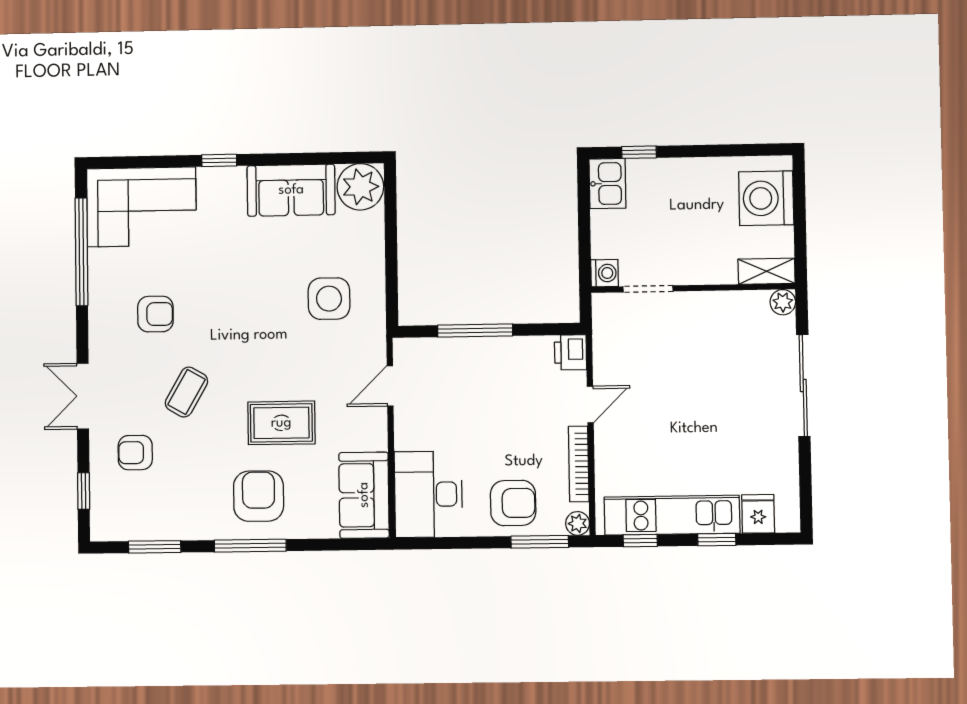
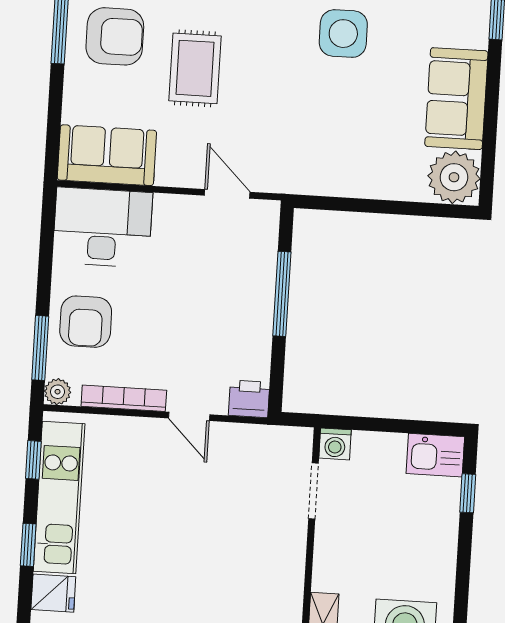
side table: (329, 299) -> (343, 34), moved

